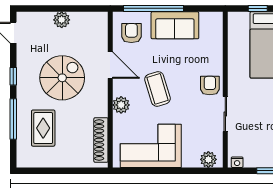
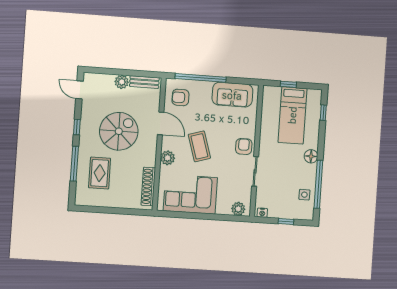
bench: (88, 18) -> (144, 82), added
sofa: (175, 25) -> (232, 95), moved
armchair: (131, 33) -> (180, 97), turned -90

